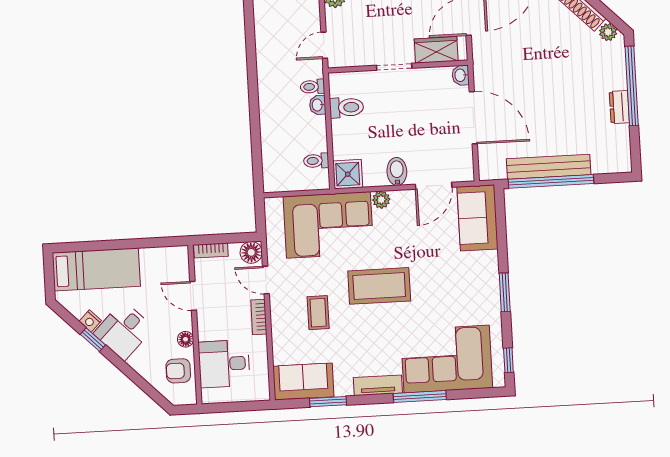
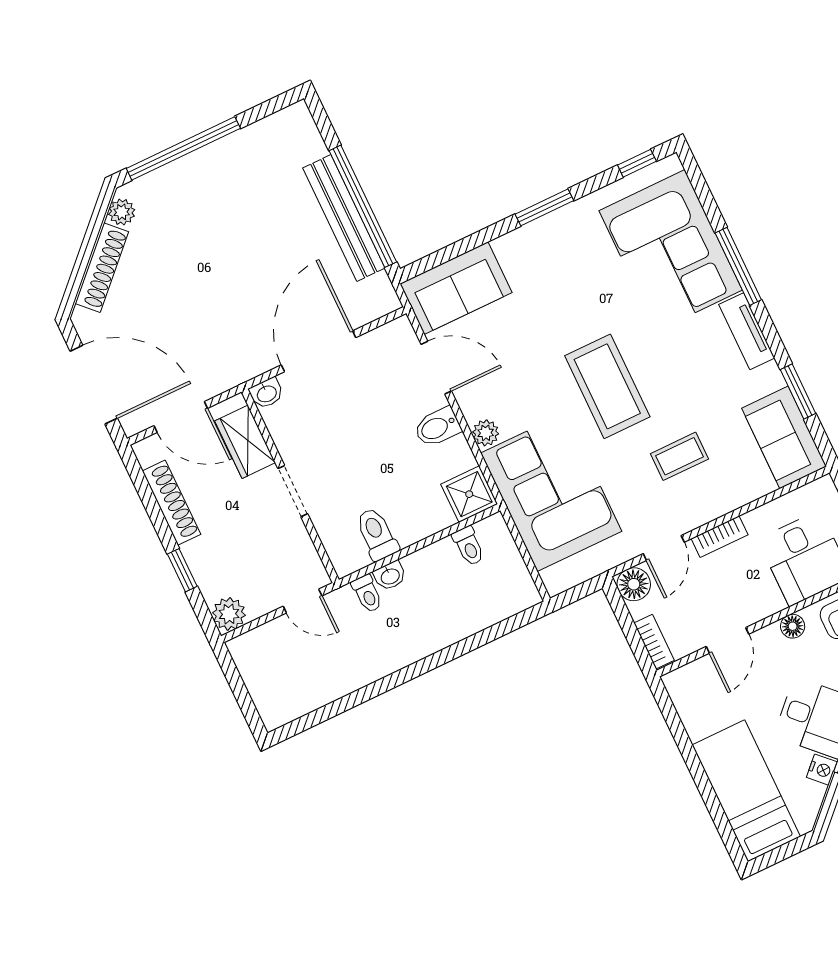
dresser: (619, 107) -> (220, 153), removed

